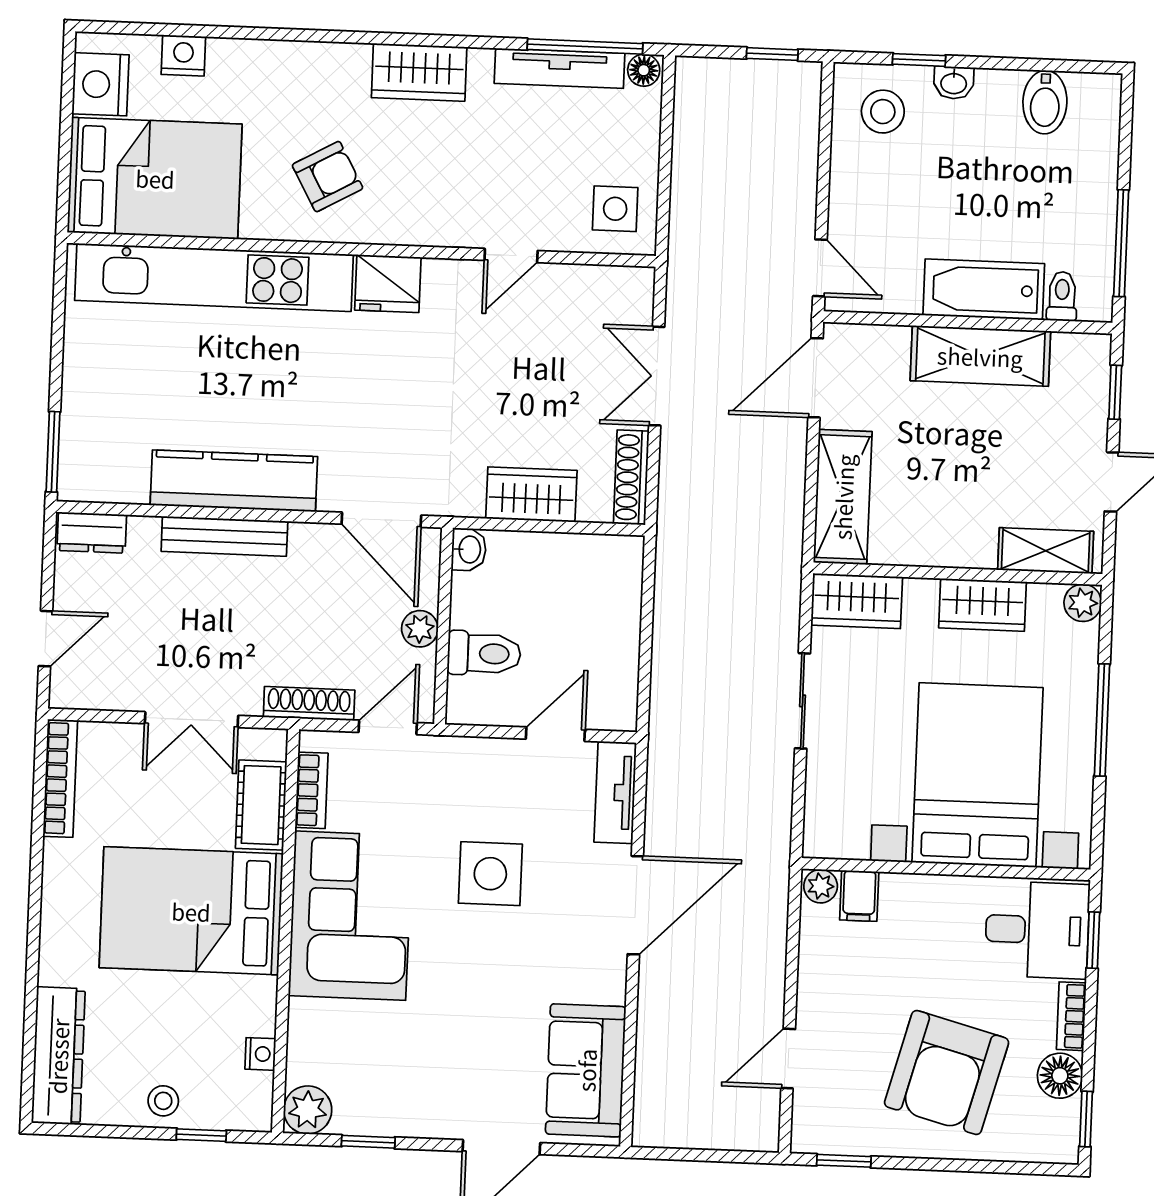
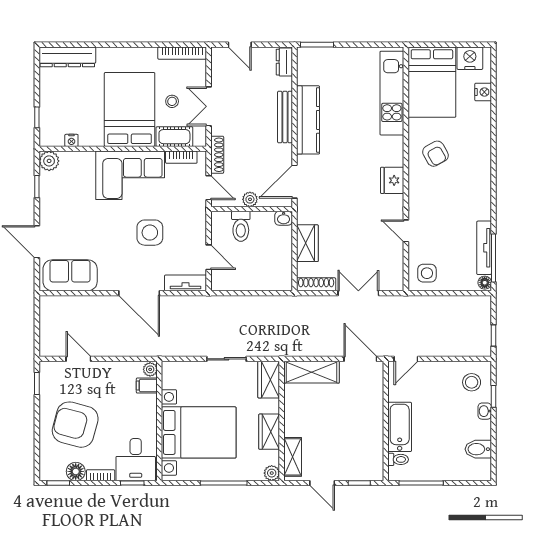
wardrobe: (419, 72) -> (480, 190), removed
kitchen unit: (214, 277) -> (392, 93), width x0.73
shelving: (980, 356) -> (372, 427), removed
stool: (163, 1101) -> (172, 101), moved

